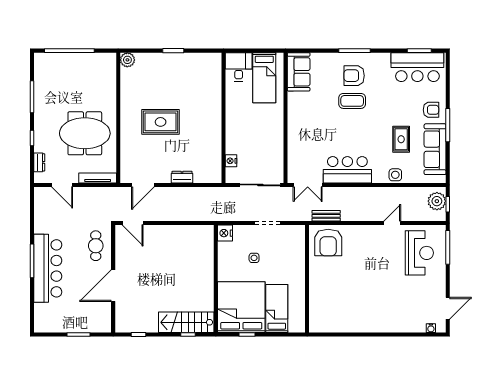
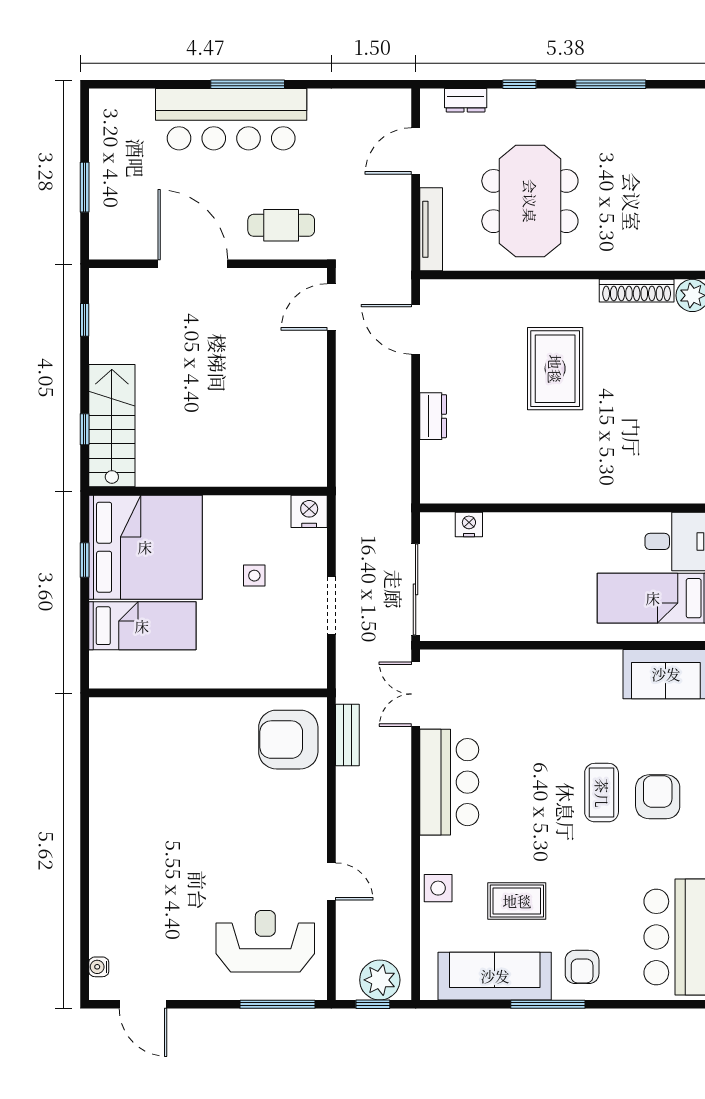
shoe rack: (125, 85) -> (637, 291), added
reception desk: (419, 253) -> (265, 941), turned 180

